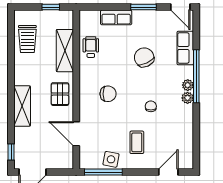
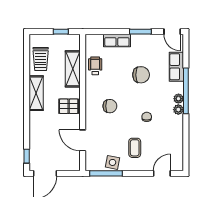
chair: (144, 57) -> (141, 75), turned 115
pallet: (60, 94) -> (69, 106), turned 90
shelving: (22, 106) -> (36, 93), moved

